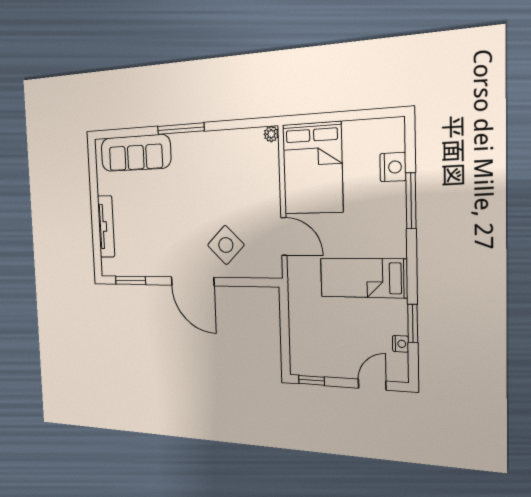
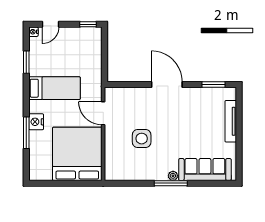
plant: (271, 134) -> (173, 176), moved
nightstand: (393, 167) -> (36, 122), moved
bed: (313, 168) -> (77, 154), width x1.36
side table: (226, 245) -> (142, 139), moved, turned 45
nightstand: (401, 344) -> (33, 32), moved

